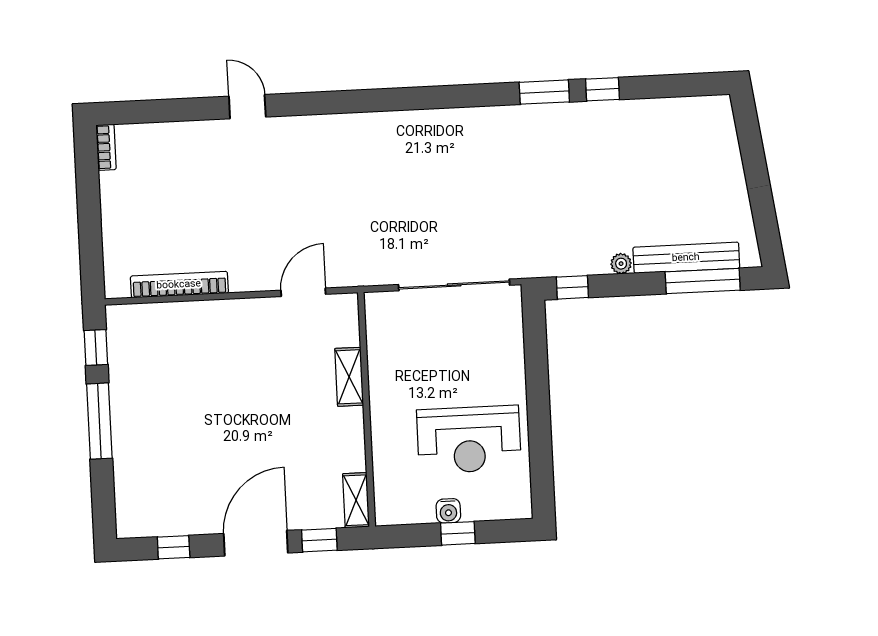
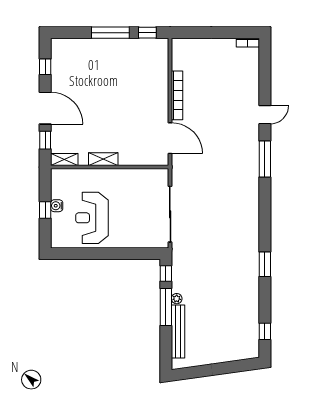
window: (603, 89) -> (265, 331), moved
window: (335, 102) -> (265, 159), added
window: (703, 281) -> (166, 307), moved
bookcase: (179, 285) -> (177, 95), moved
door: (303, 292) -> (170, 138), width x1.36
shelving: (349, 377) -> (103, 159), moved

